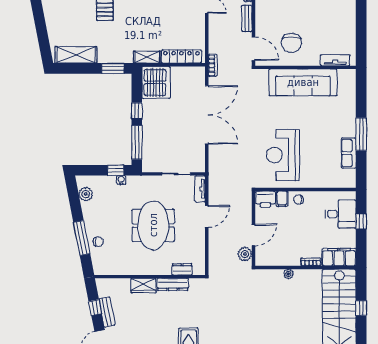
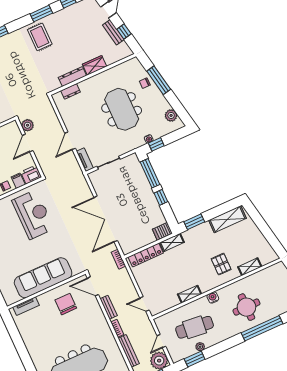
server rack: (156, 82) -> (162, 231), width x0.46, depth x0.70
meeting table: (153, 225) -> (122, 109), moved

